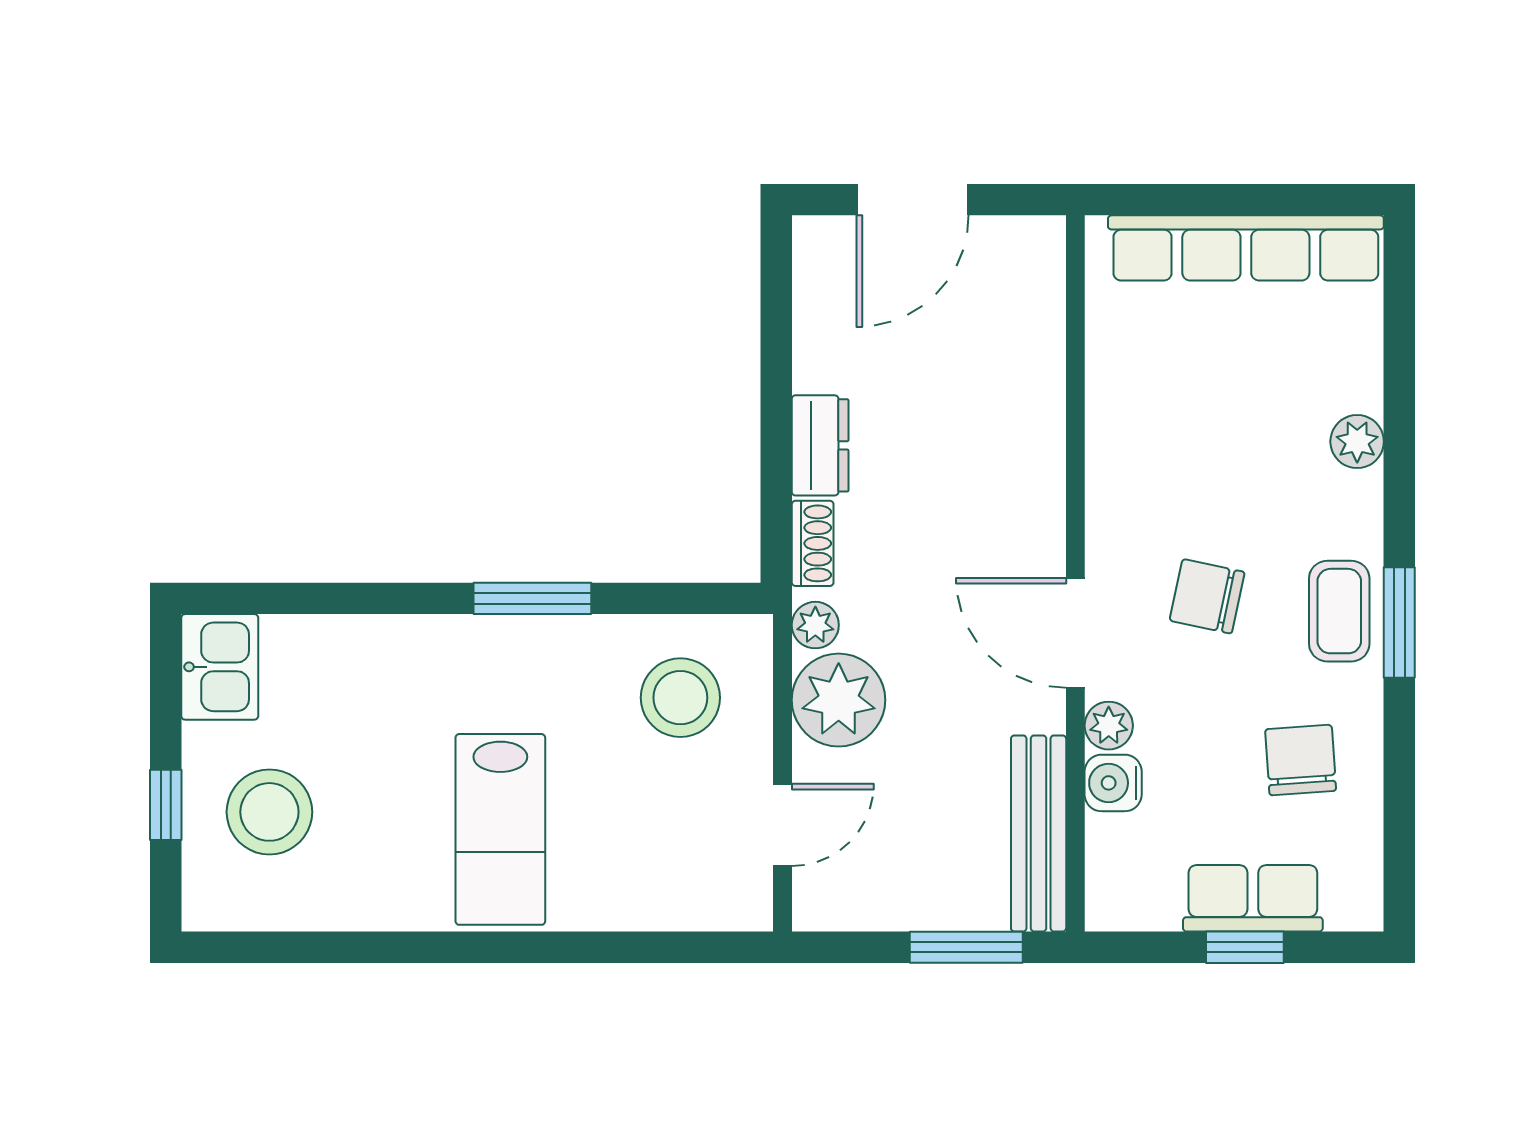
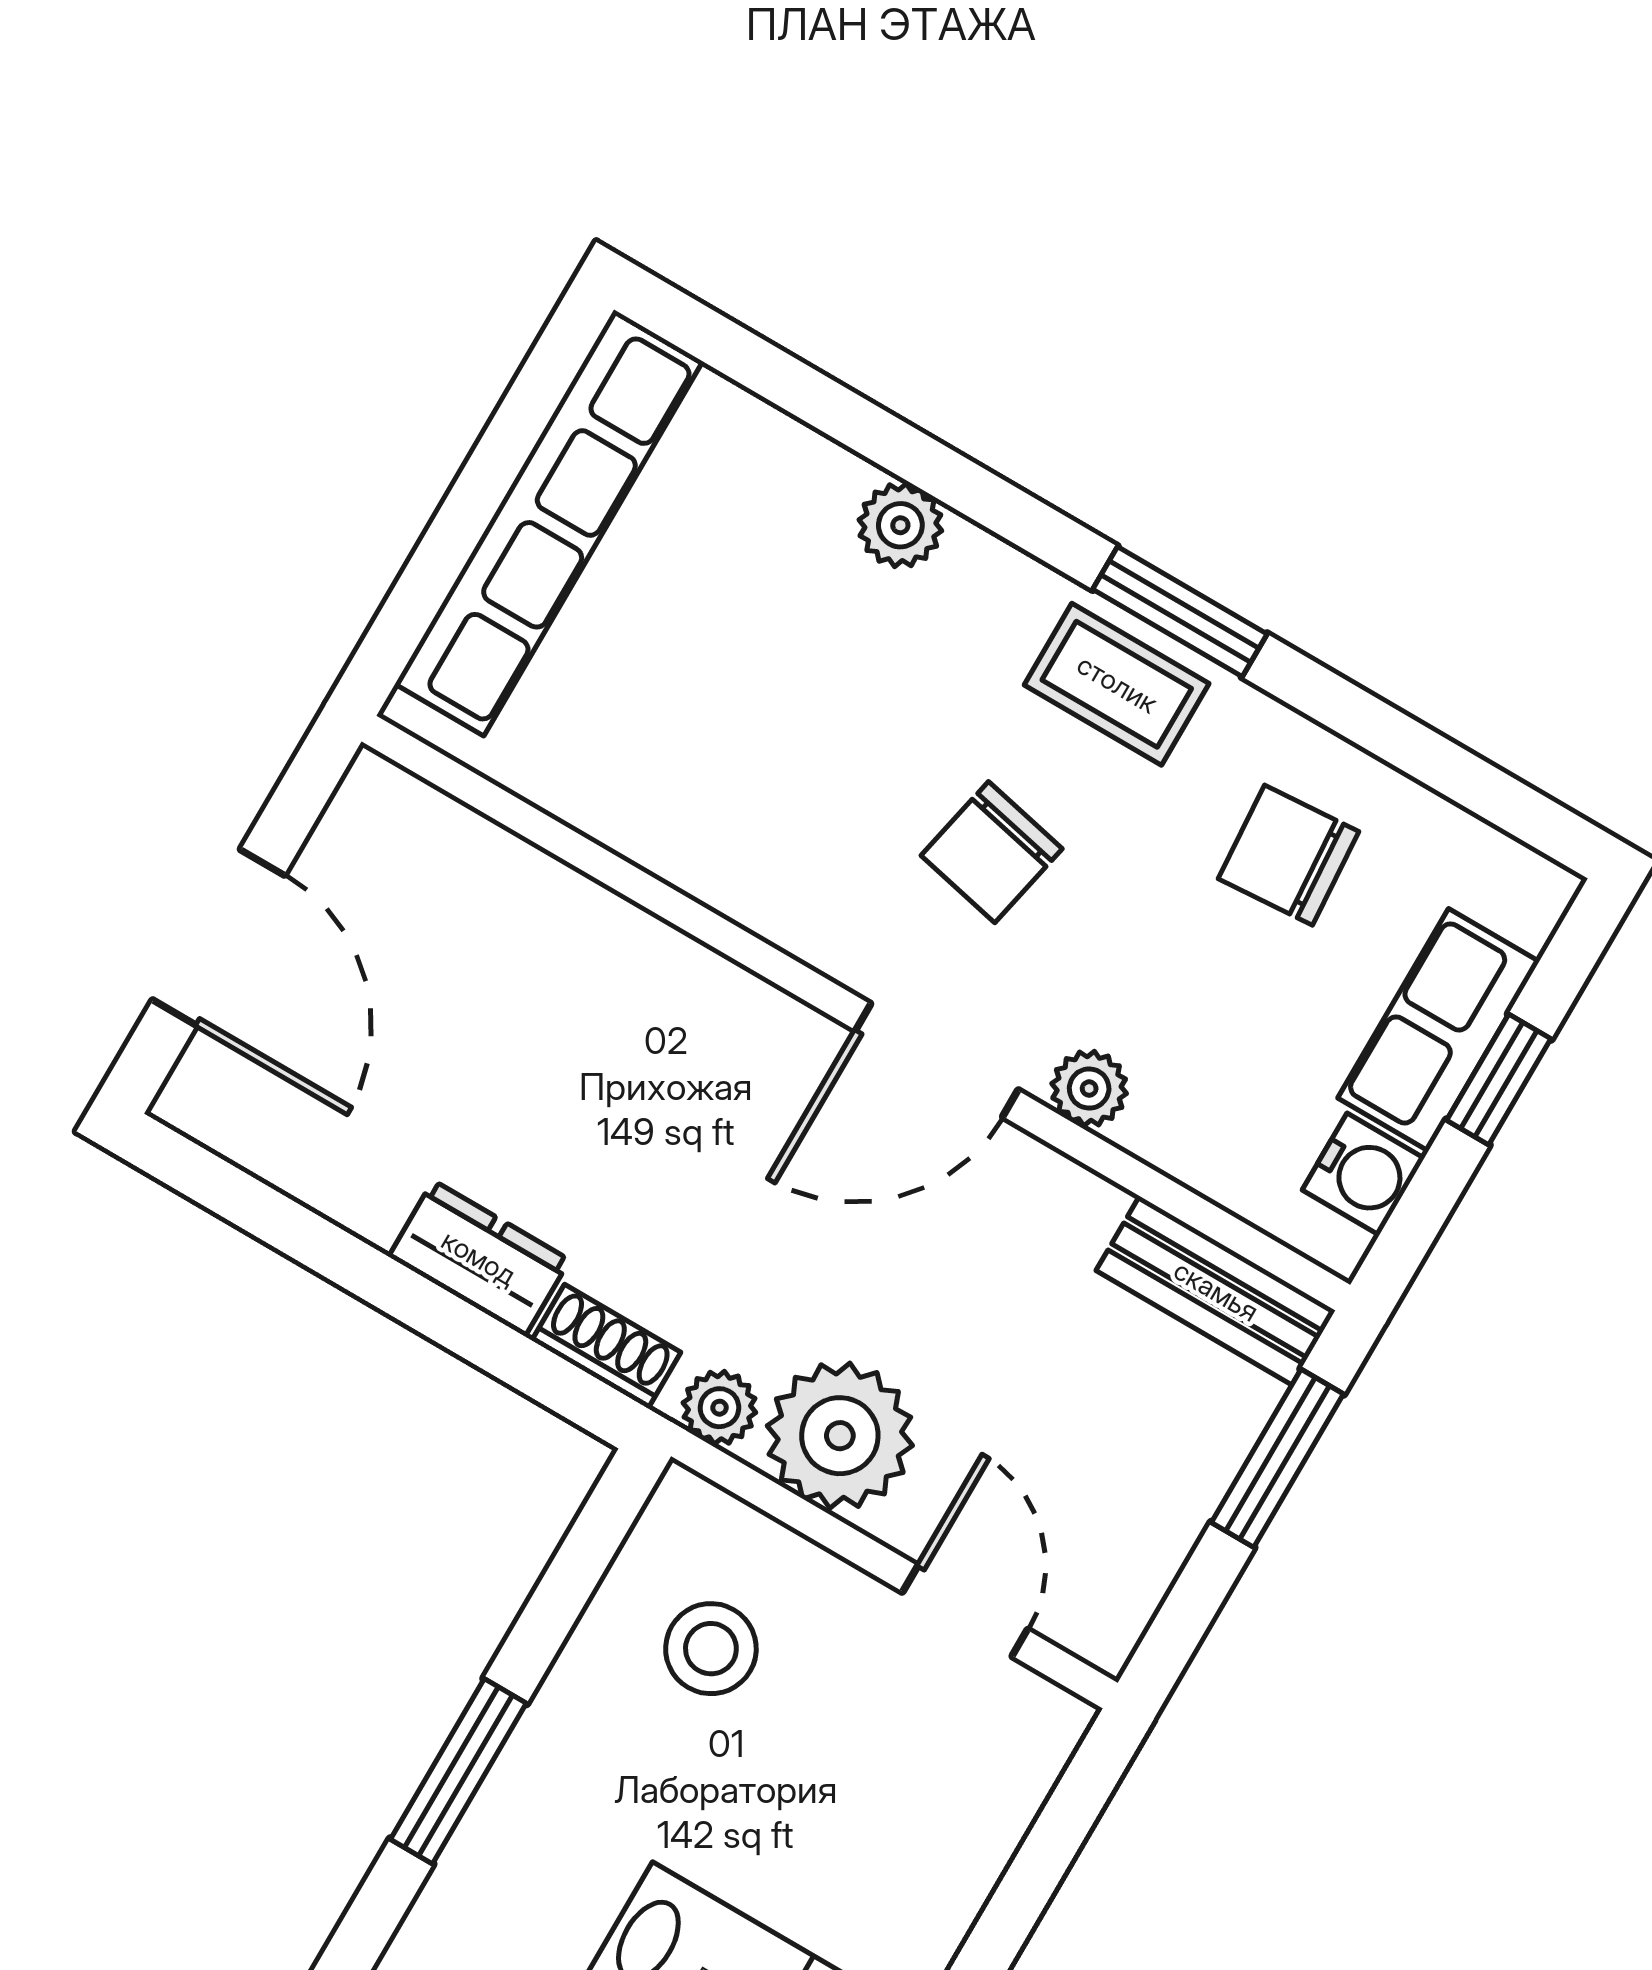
stool: (680, 698) -> (711, 1649), width x0.73, depth x0.73
water cooler: (1113, 783) -> (1363, 1174), moved, turned -90
bench: (1039, 833) -> (1216, 1291), width x0.73

